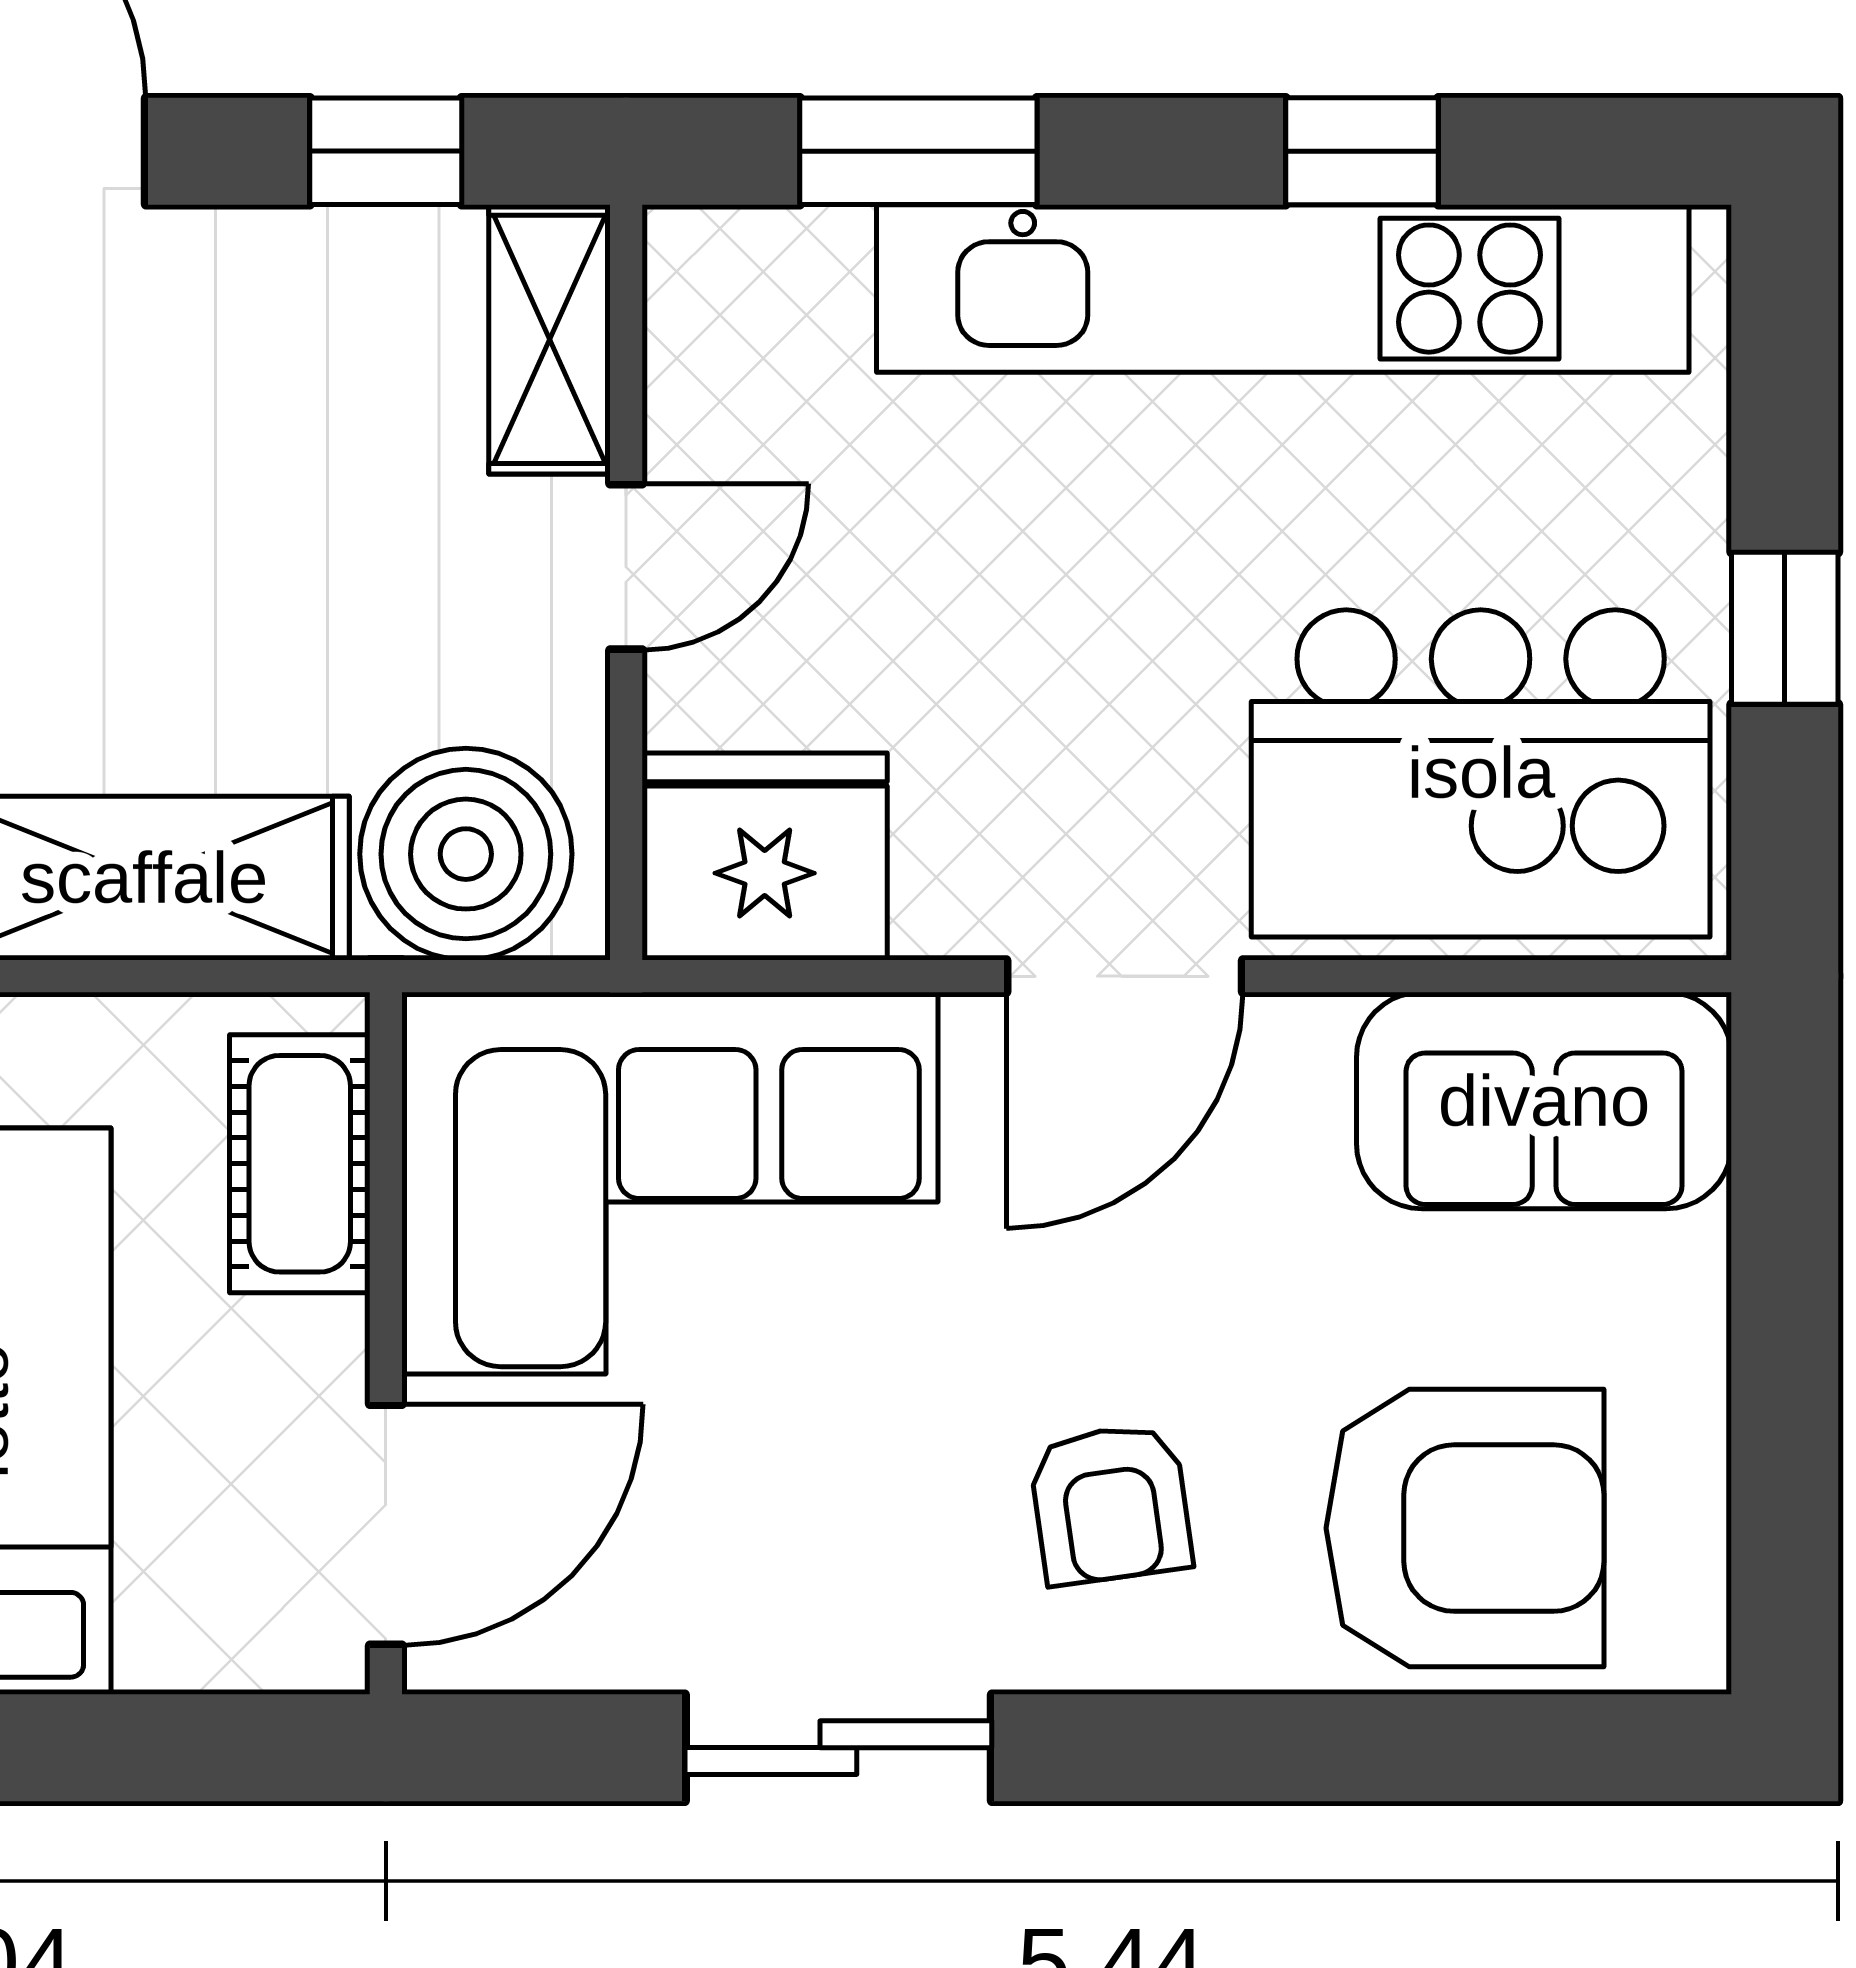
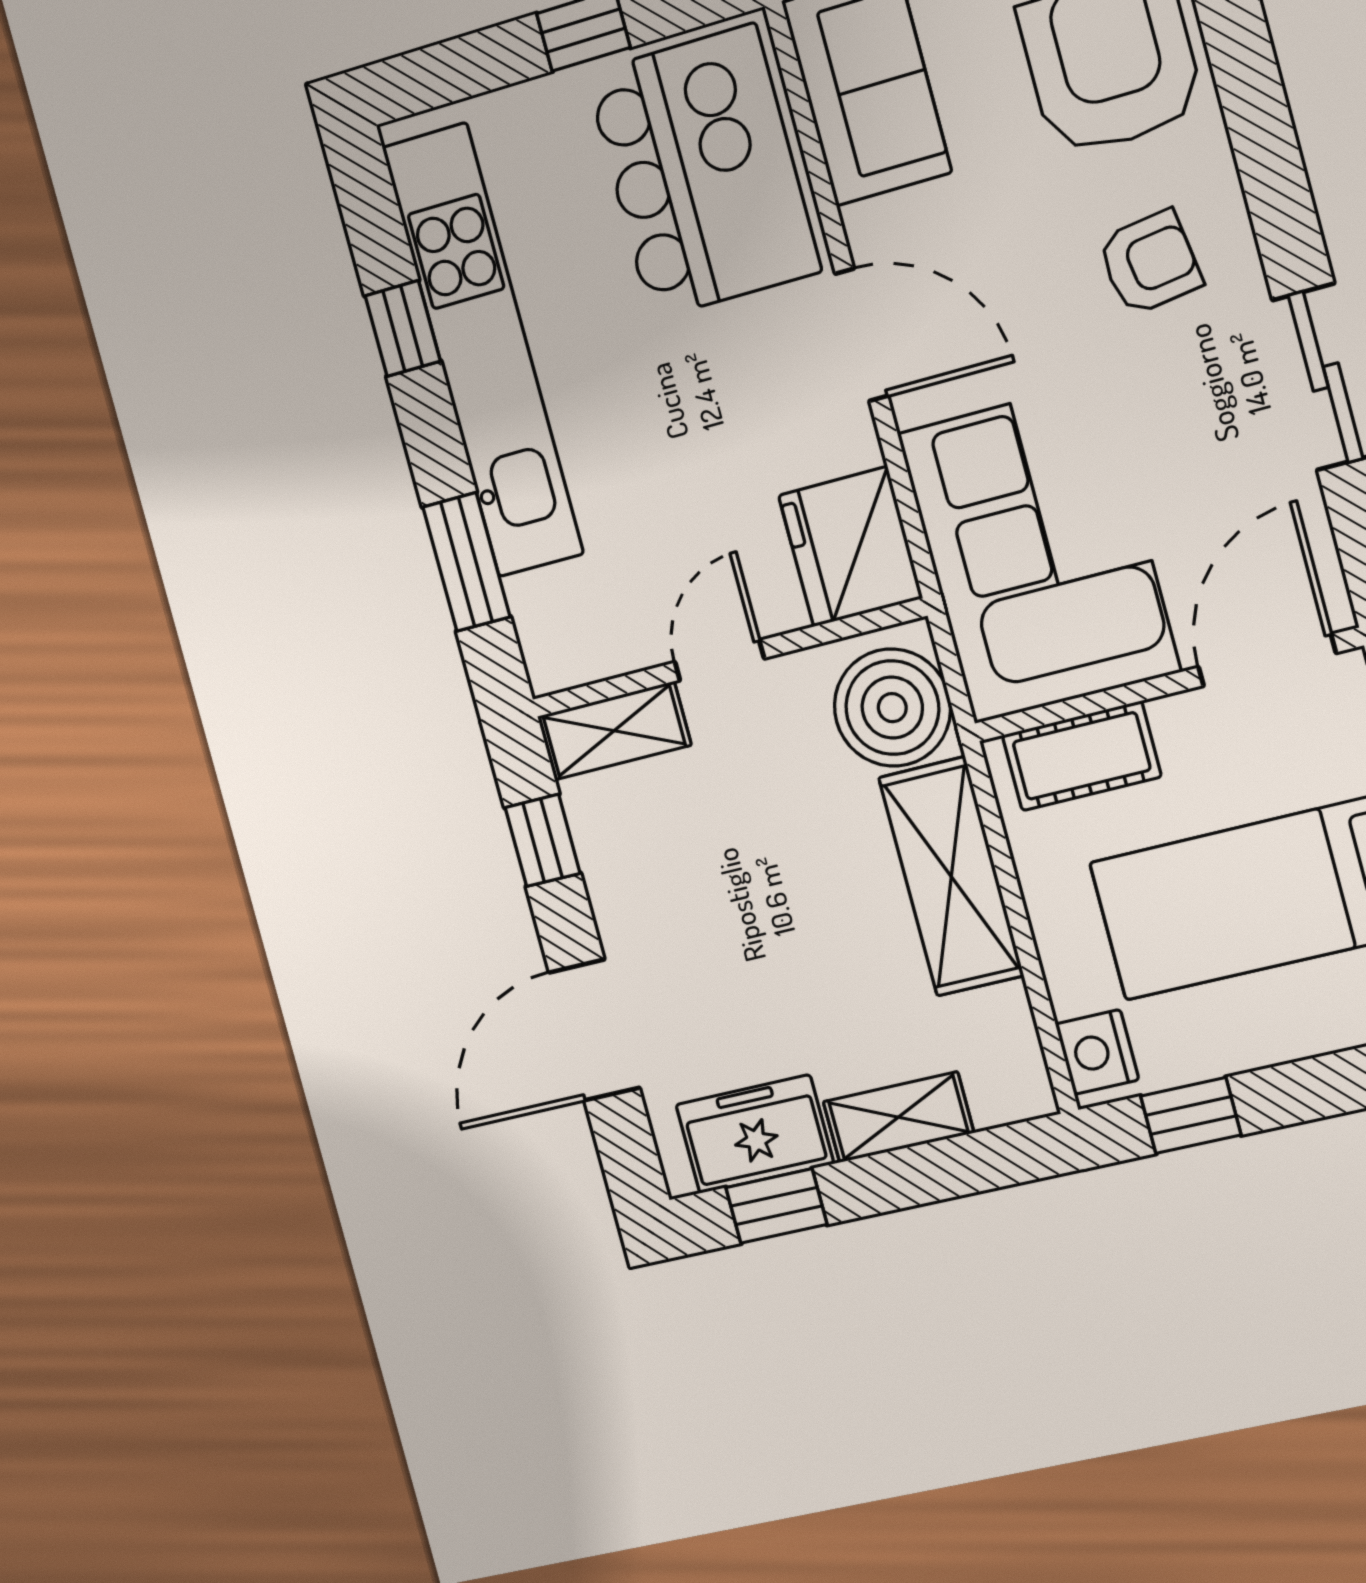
door: (626, 567) -> (719, 660), hinge flipped
door: (386, 1525) -> (1267, 660), hinge flipped

